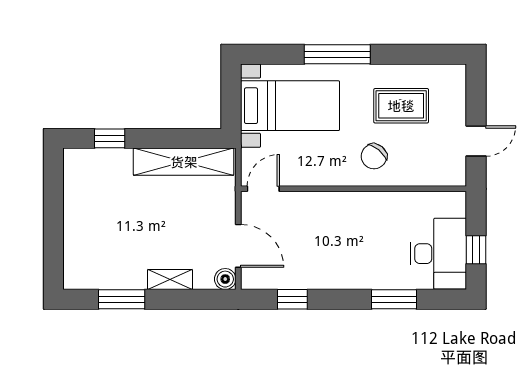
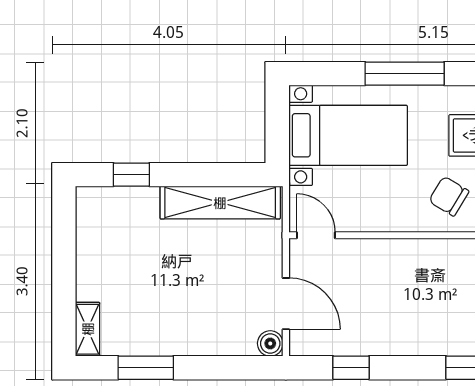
chair: (374, 156) -> (449, 196), turned 81
door: (263, 189) -> (316, 235), hinge flipped
shelving: (170, 280) -> (88, 329), moved, turned 90

